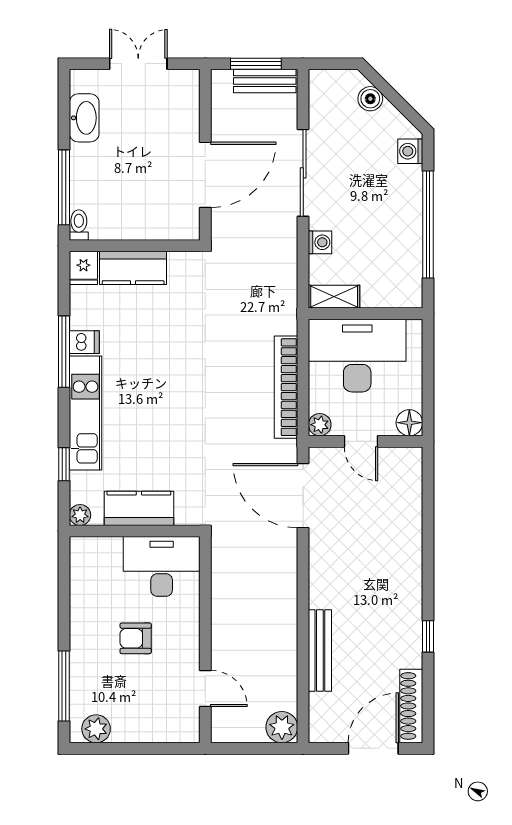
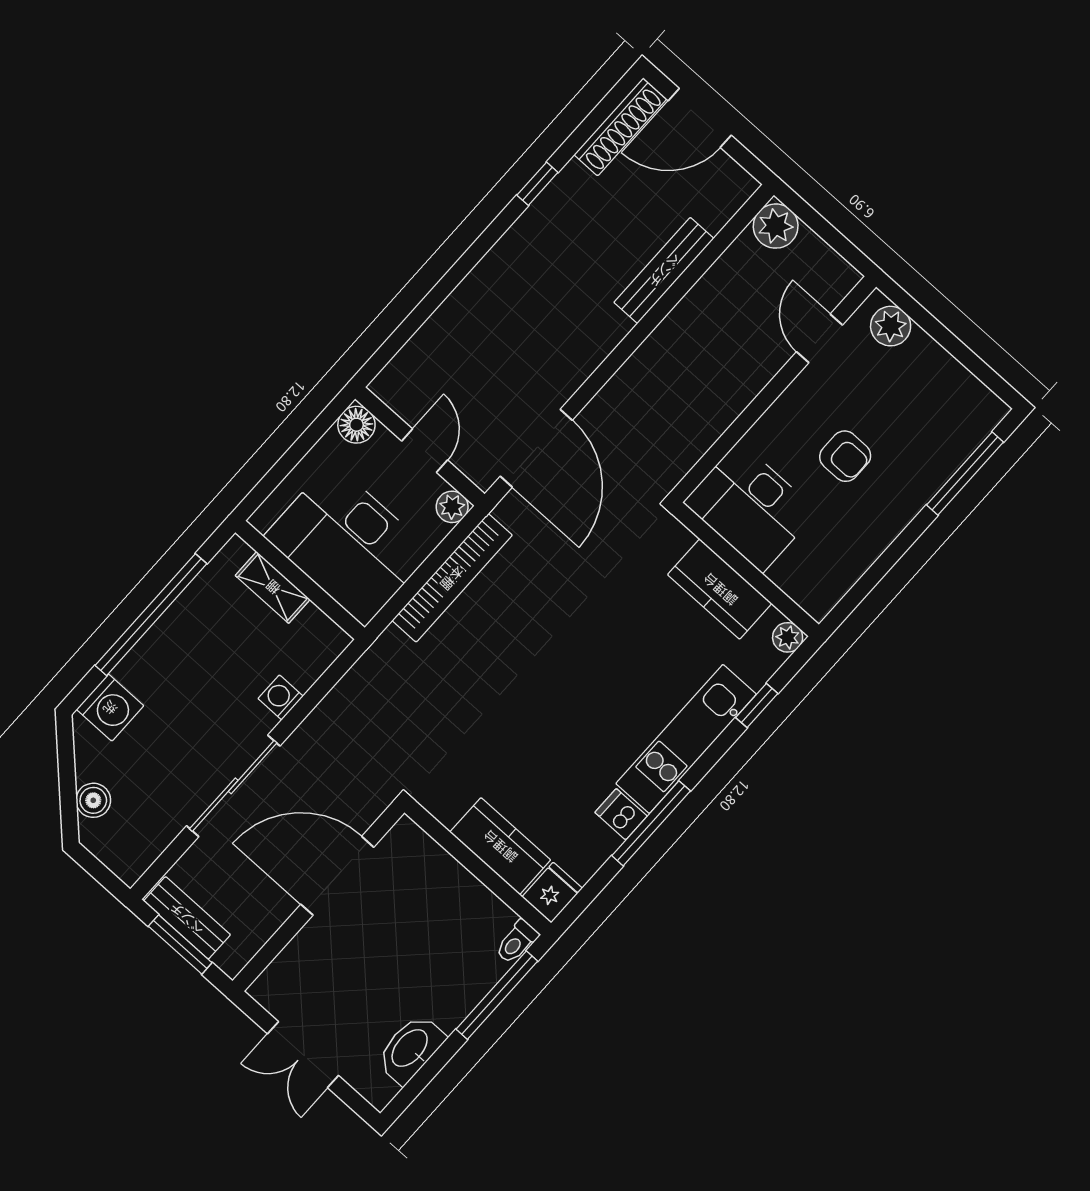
washing machine: (410, 151) -> (110, 708), width x1.38, depth x1.38
shelving: (334, 297) -> (273, 587), moved
plant: (96, 729) -> (891, 326), moved

